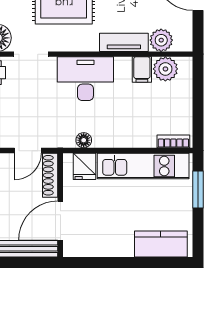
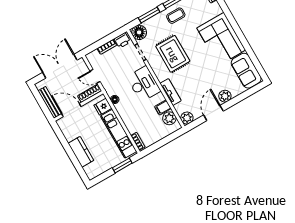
plant: (161, 40) -> (187, 118), moved
kitchen counter: (161, 244) -> (81, 152), moved

